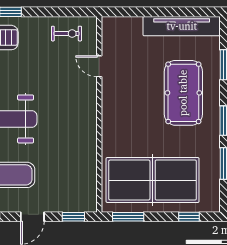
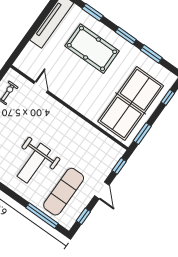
door: (99, 66) -> (41, 87), swing flipped

